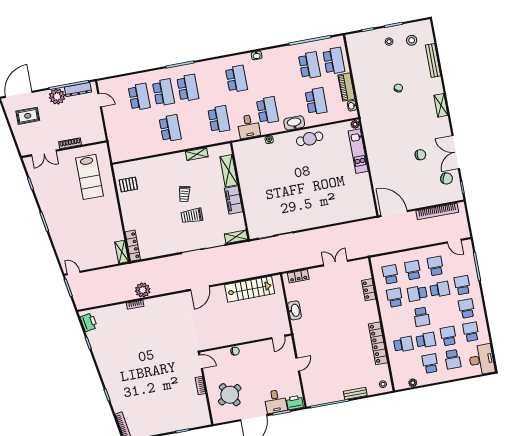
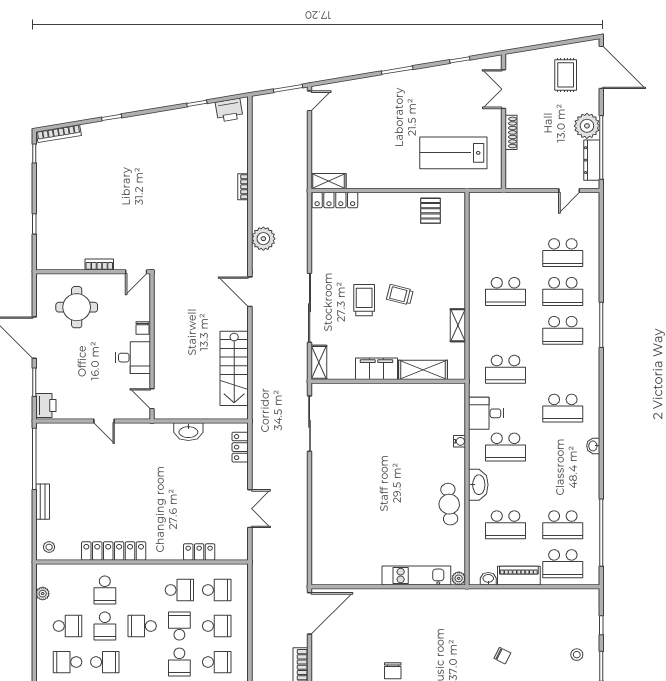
plant: (143, 290) -> (263, 239), moved
round table: (230, 395) -> (77, 307), turned 31
desk: (276, 401) -> (133, 358), moved, turned 180

